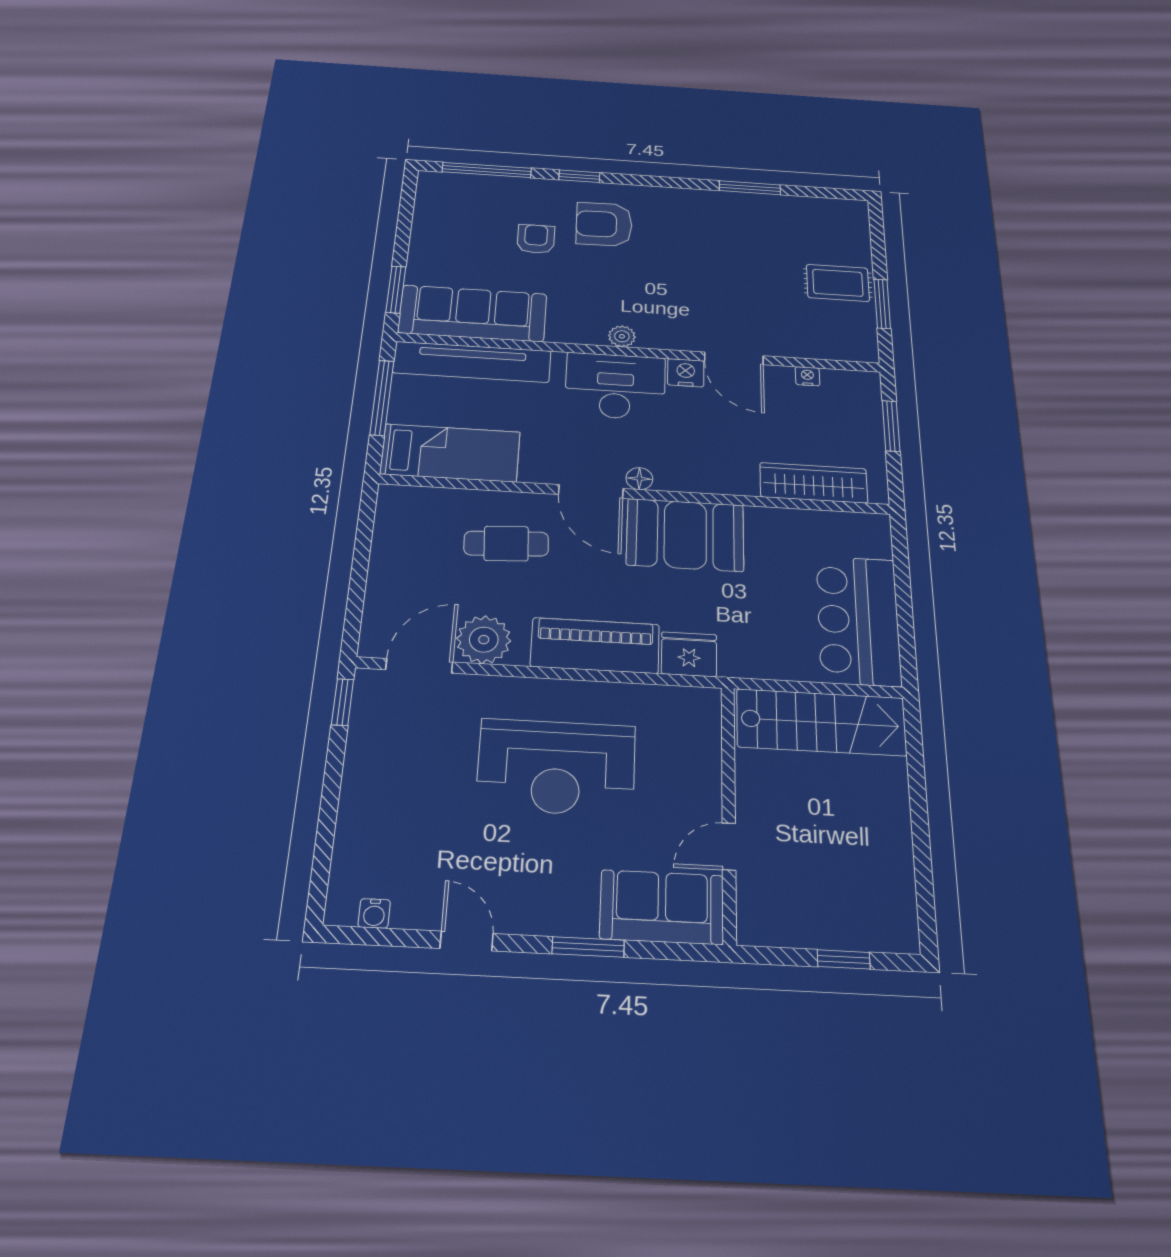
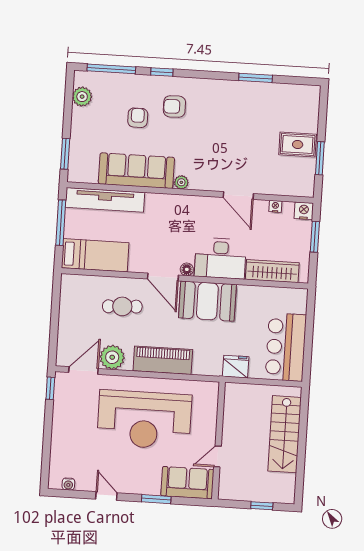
plant: (432, 207) -> (82, 97), added
armchair: (604, 224) -> (174, 106), width x0.72, depth x0.72
sofa: (473, 313) -> (136, 171), moved
nightstand: (686, 373) -> (304, 211), moved
desk: (615, 386) -> (220, 258), moved, turned 180
fridge: (689, 654) -> (236, 367), moved
stairs: (821, 722) -> (285, 434), moved, turned 90
reception desk: (556, 767) -> (144, 420), width x1.36, depth x1.30

